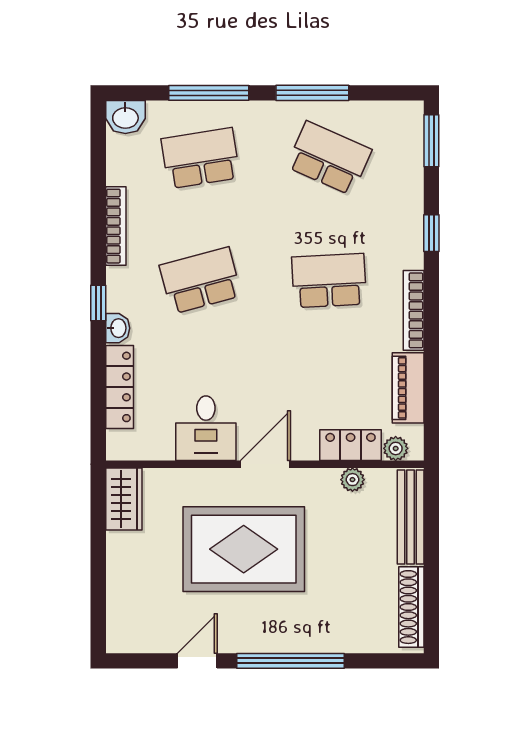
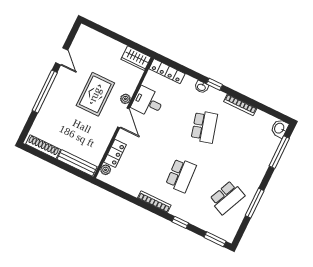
window: (209, 93) -> (279, 152), moved
school desk: (201, 158) -> (250, 149), removed
locker: (120, 387) -> (167, 71), moved
piano: (408, 388) -> (126, 185), removed
plant: (352, 480) -> (125, 99), moved
rug: (244, 549) -> (95, 94), width x0.73, depth x0.69

